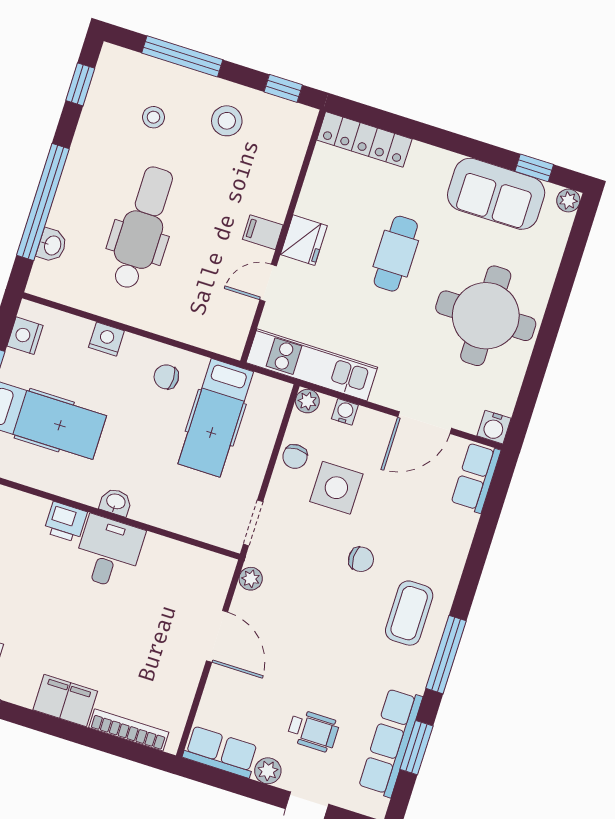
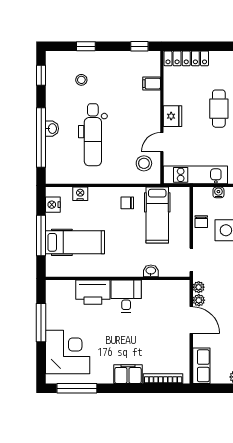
window: (182, 56) -> (86, 46), width x0.46
stool: (227, 121) -> (144, 163), moved
dental chair: (142, 228) -> (93, 135), turned 180
filing cabinet: (263, 232) -> (152, 84), moved
washbasin: (52, 245) -> (52, 129), moved
nightstand: (106, 339) -> (80, 194), moved
plant: (307, 401) -> (199, 300), moved
washbasin: (116, 502) -> (151, 271), moved
printer: (65, 522) -> (93, 292), width x1.87, depth x1.48
row of seats: (221, 752) -> (201, 366), moved, turned 90

